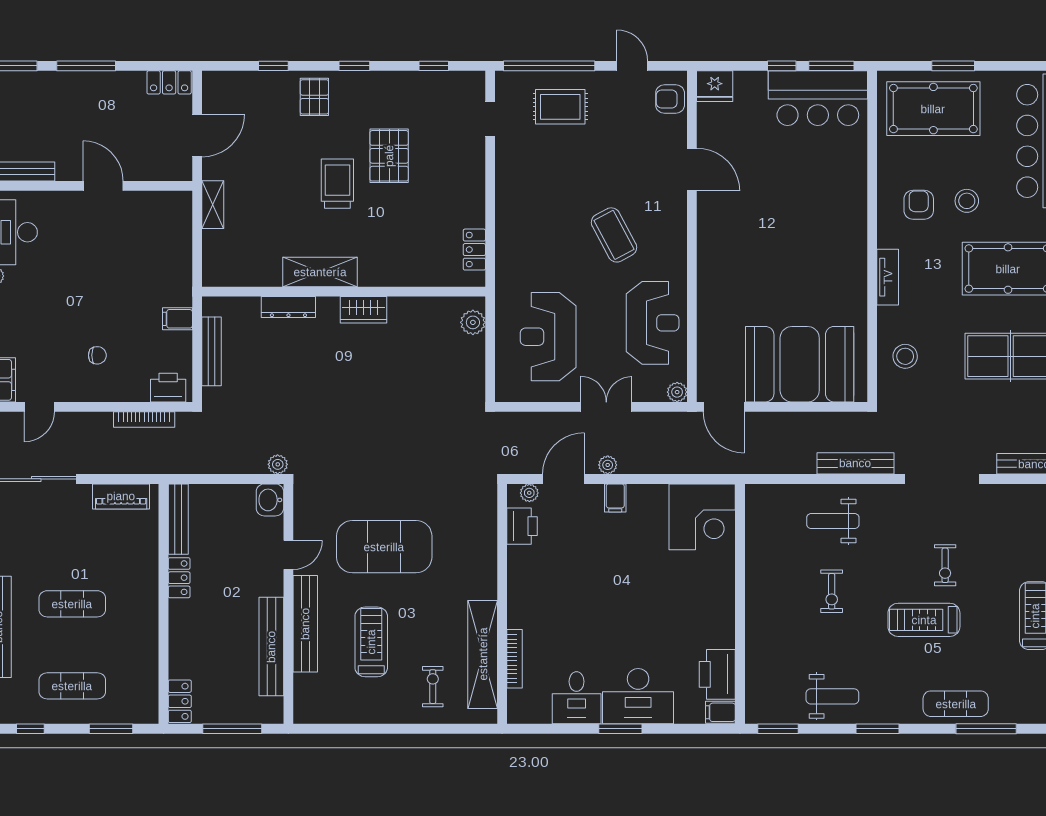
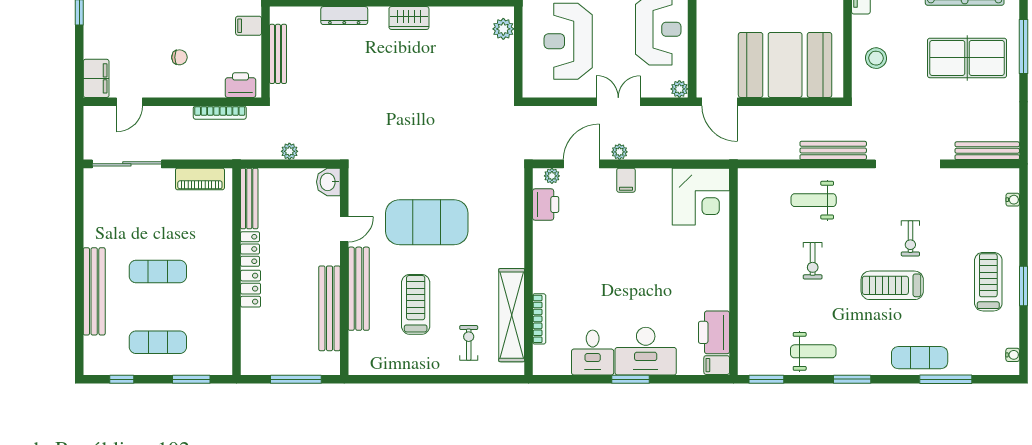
plant: (278, 464) -> (289, 151), moved
locker: (180, 701) -> (251, 289), moved

